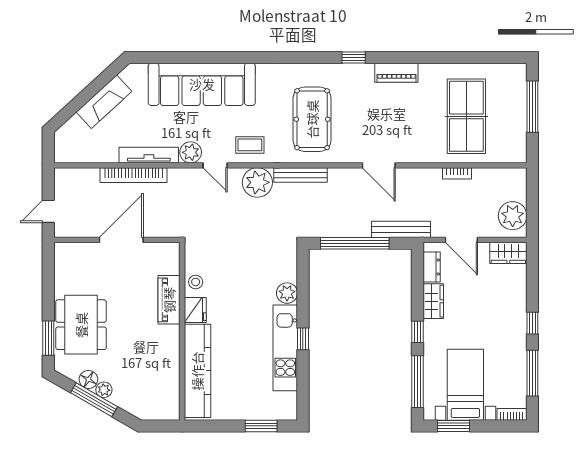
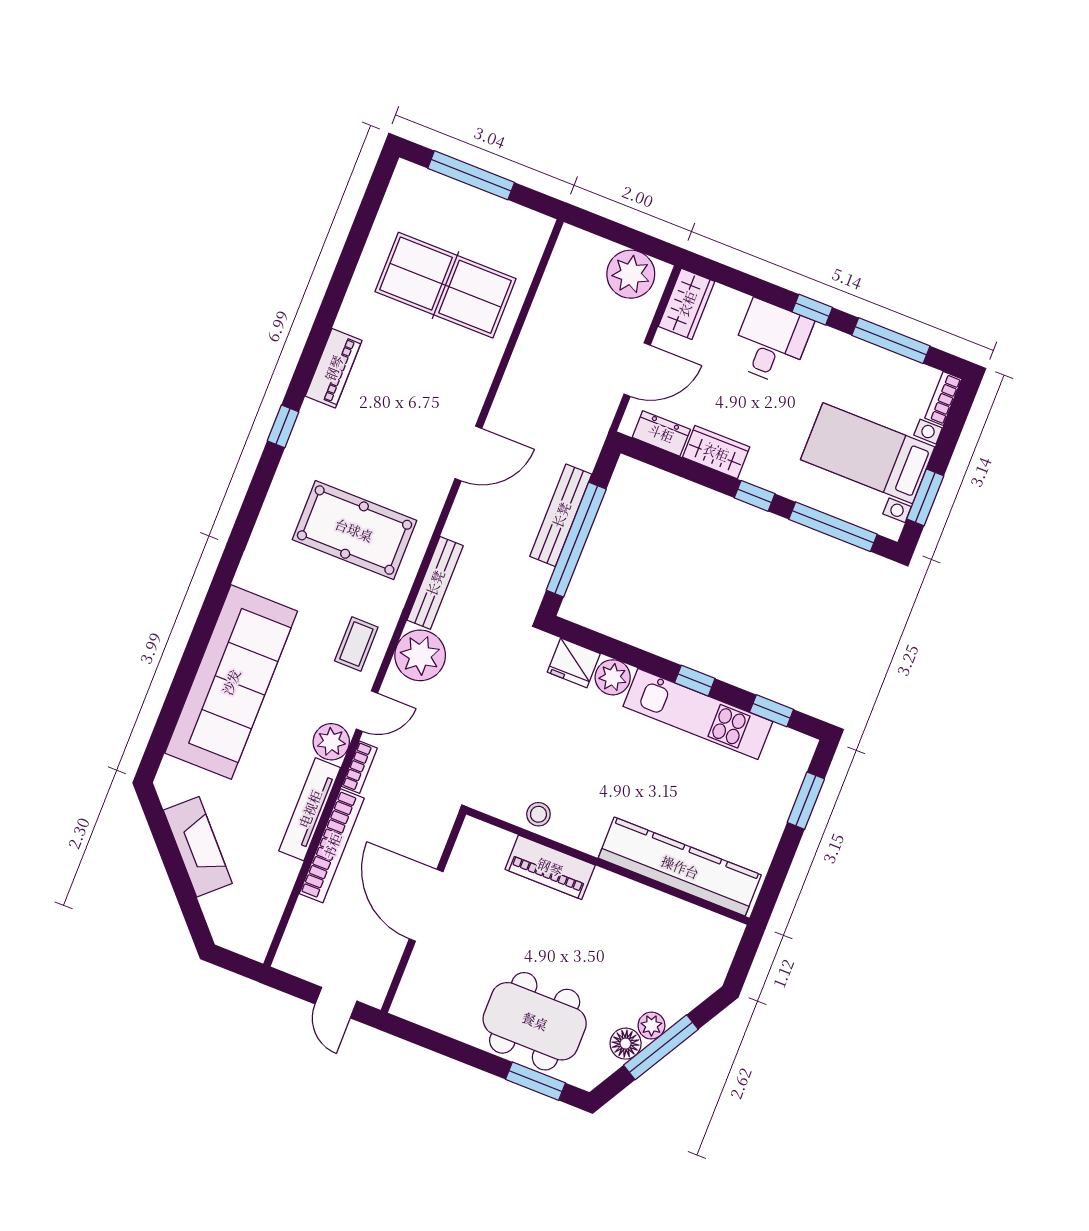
bookcase: (457, 173) -> (359, 767), moved
bench: (401, 229) -> (561, 515), moved
desk: (506, 308) -> (771, 342), added
fridge: (195, 310) -> (574, 663), moved, turned 180
window: (303, 388) -> (772, 711), added

